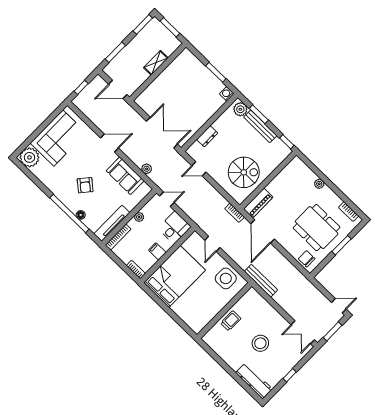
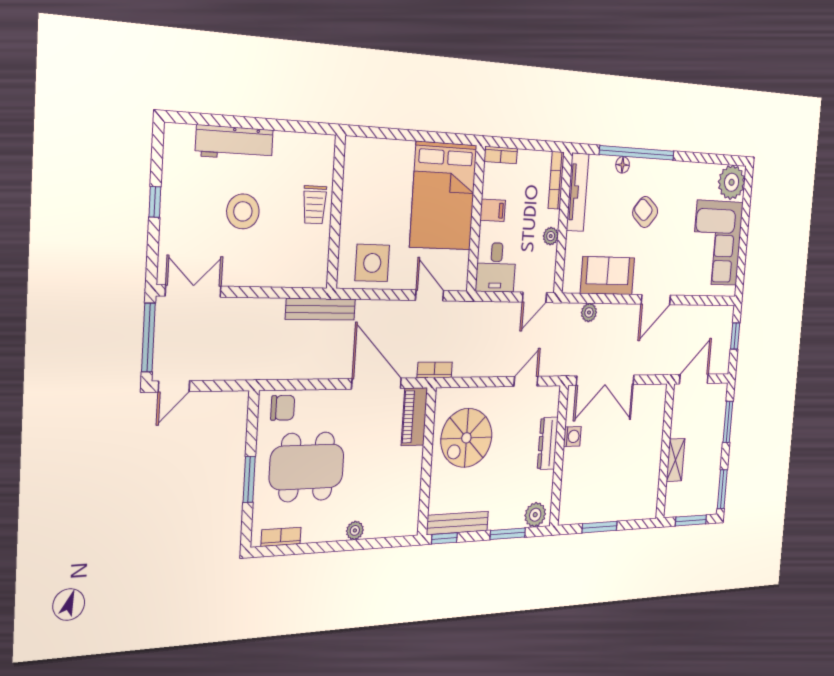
washing machine: (227, 94) -> (572, 436), moved
bench: (260, 126) -> (457, 523), moved
dresser: (207, 136) -> (548, 443), width x1.44
window: (333, 331) -> (148, 338), width x1.44
workbench: (254, 381) -> (234, 143), moved

